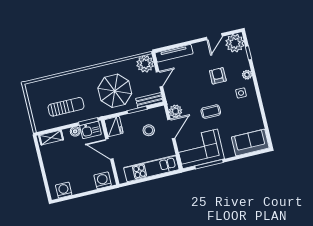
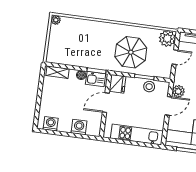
plant: (30, 87) -> (56, 20), added
bench: (149, 100) -> (159, 72), removed
sun lounger: (66, 107) -> (81, 50), removed
stool: (149, 130) -> (149, 87), moved
door: (109, 149) -> (106, 103), hinge flipped
washing machine: (103, 180) -> (79, 127), moved

